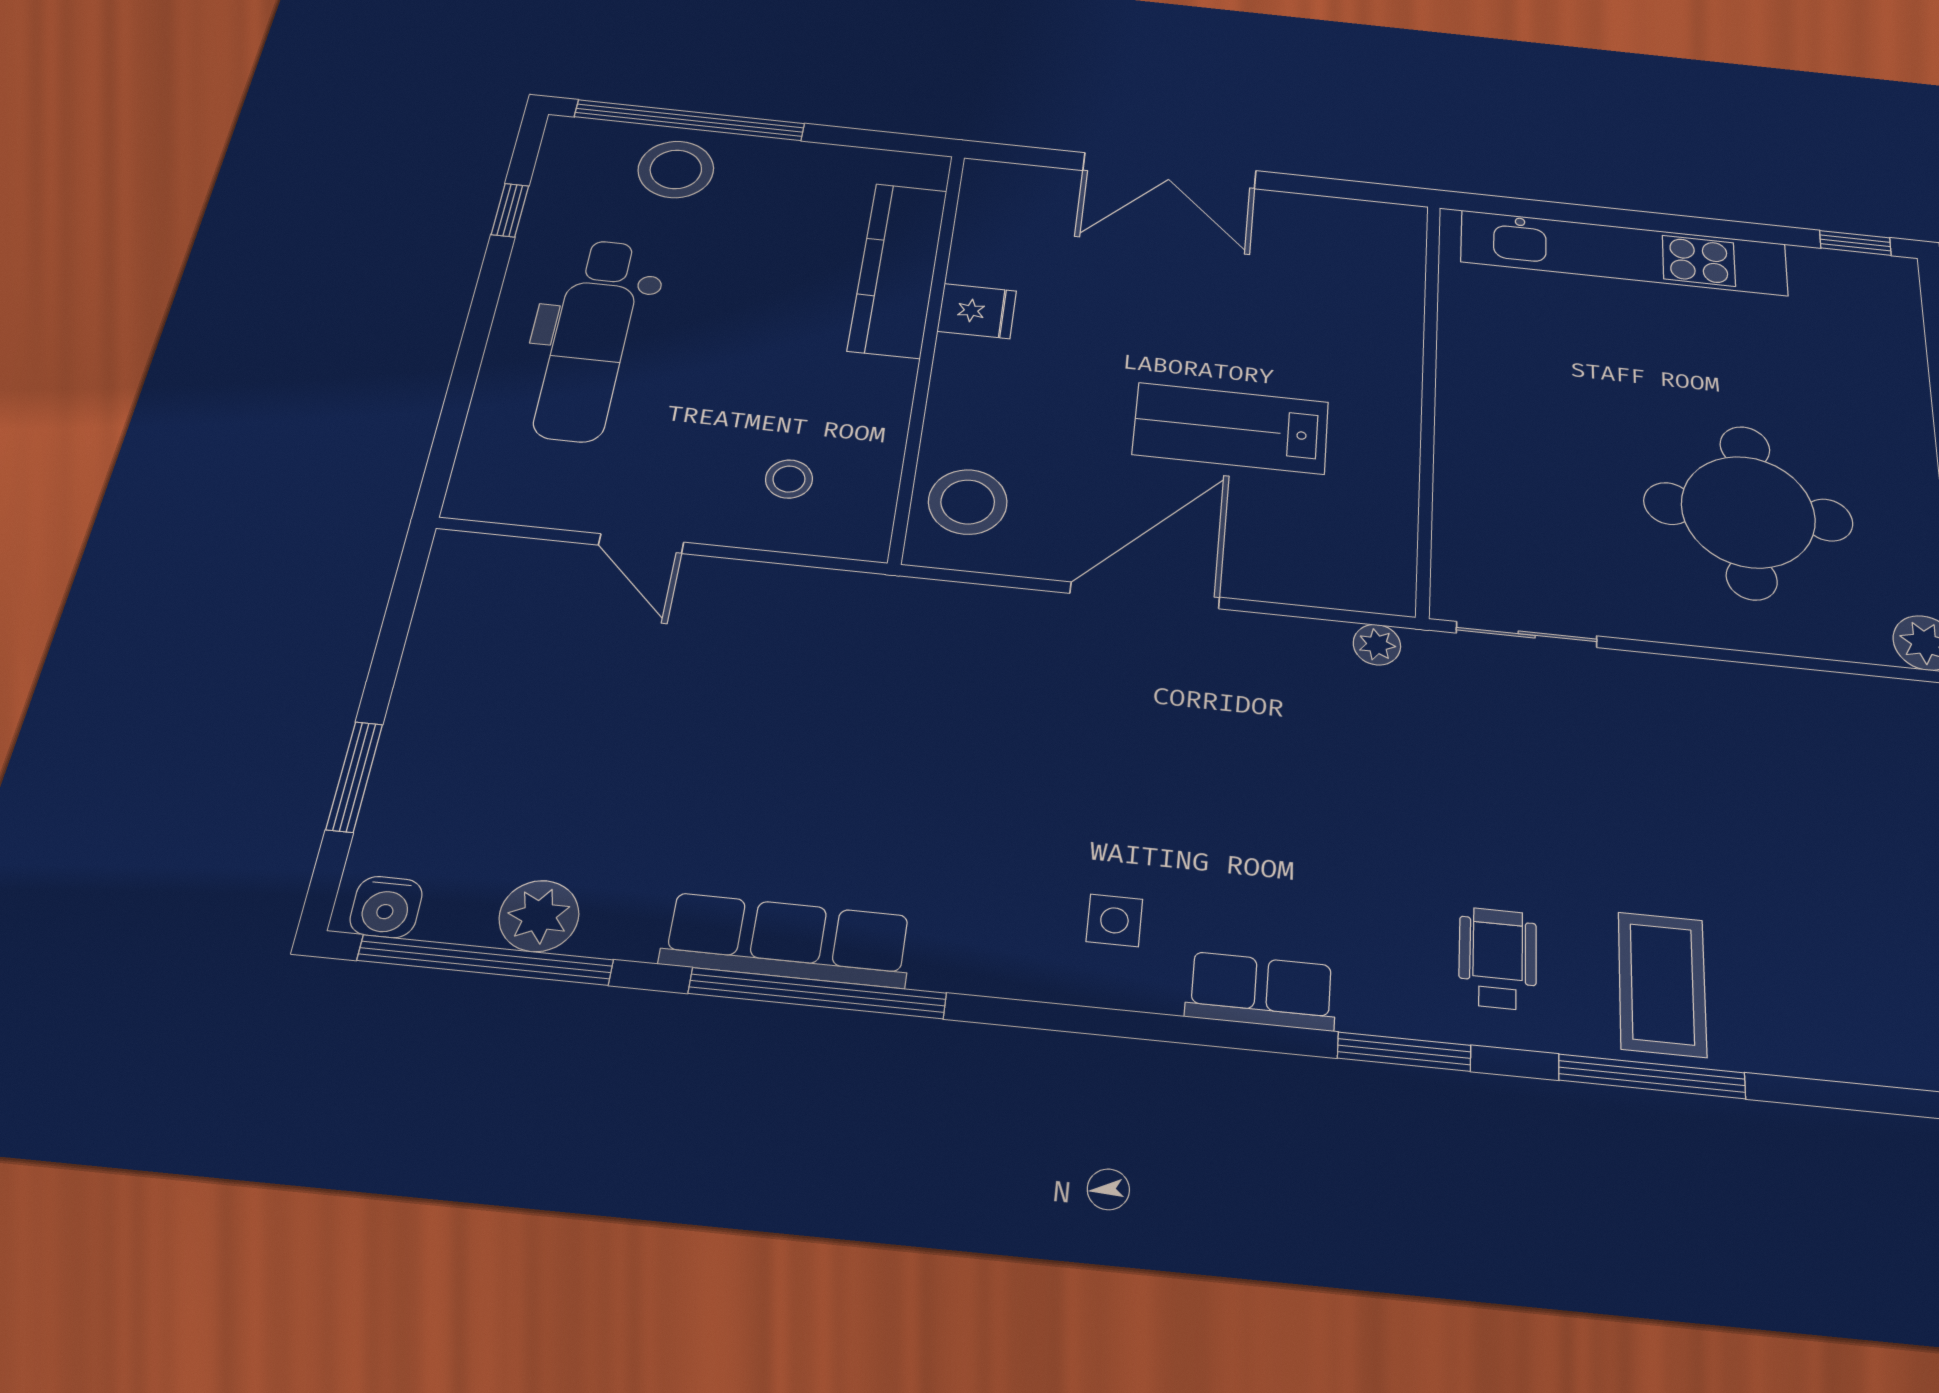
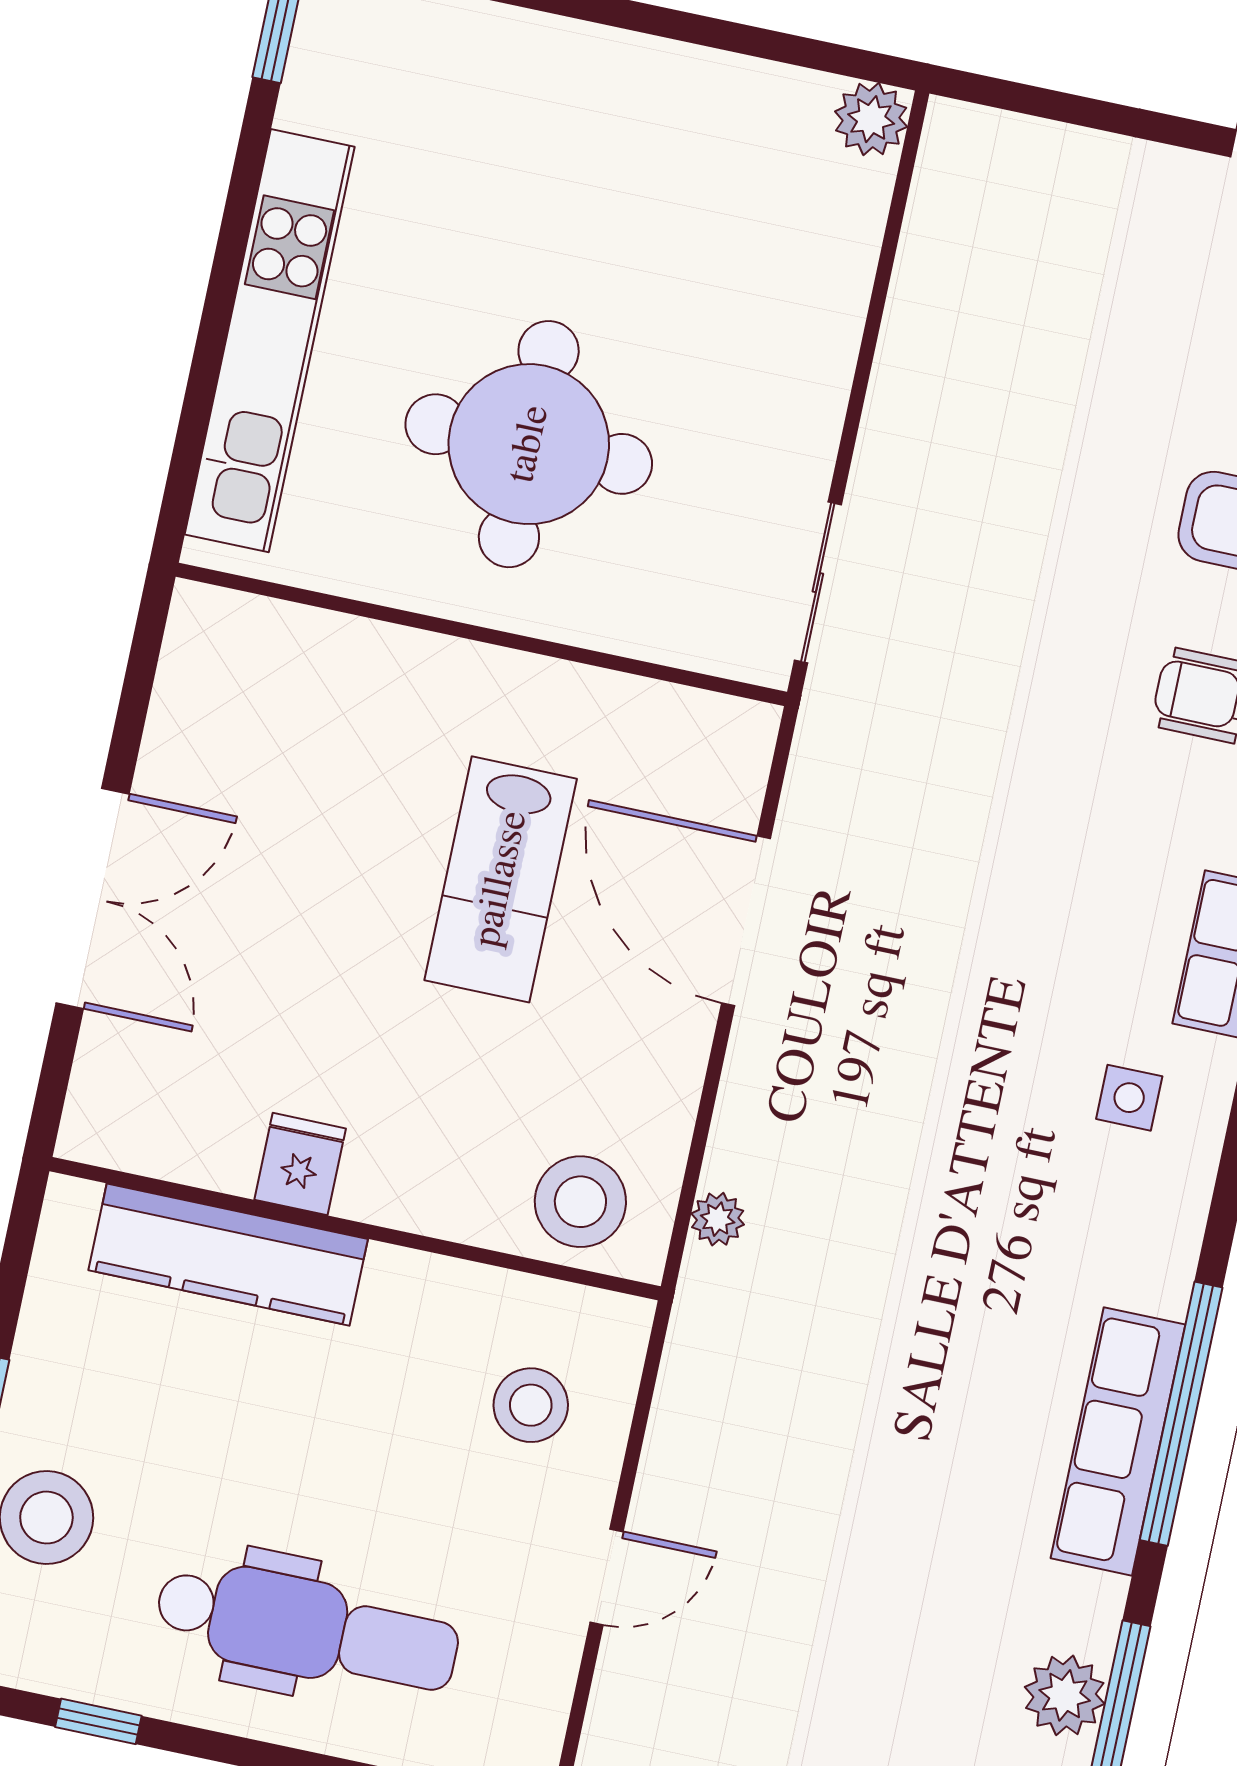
stool: (789, 479) -> (531, 1405), width x1.37, depth x1.37
round table: (1748, 512) -> (529, 444), moved
door: (1145, 595) -> (746, 921), moved
plant: (1377, 645) -> (718, 1219), moved

